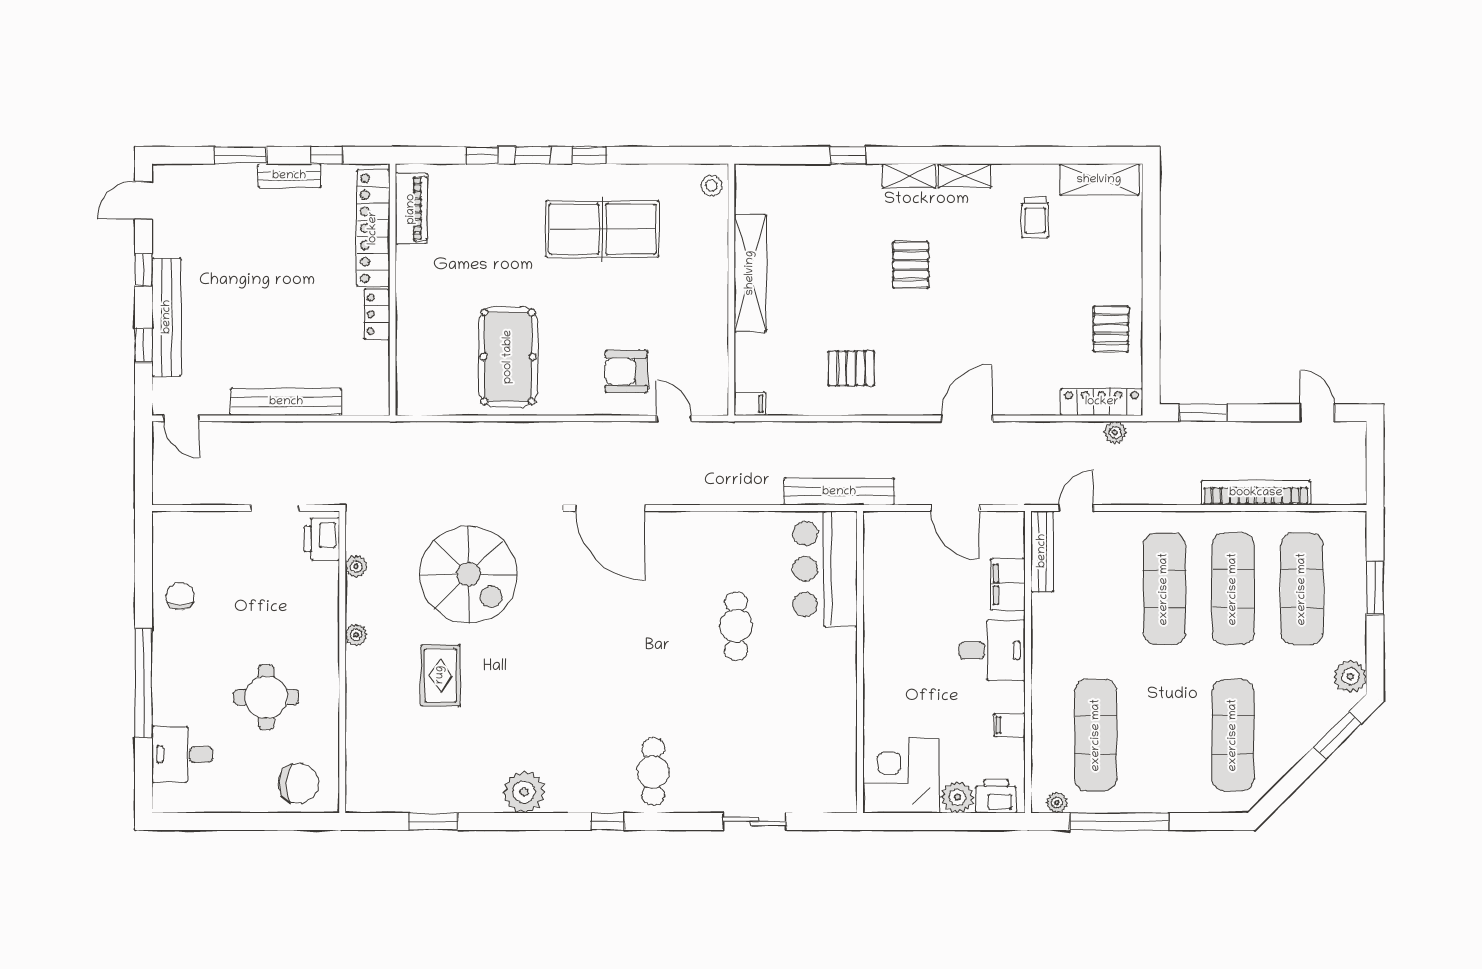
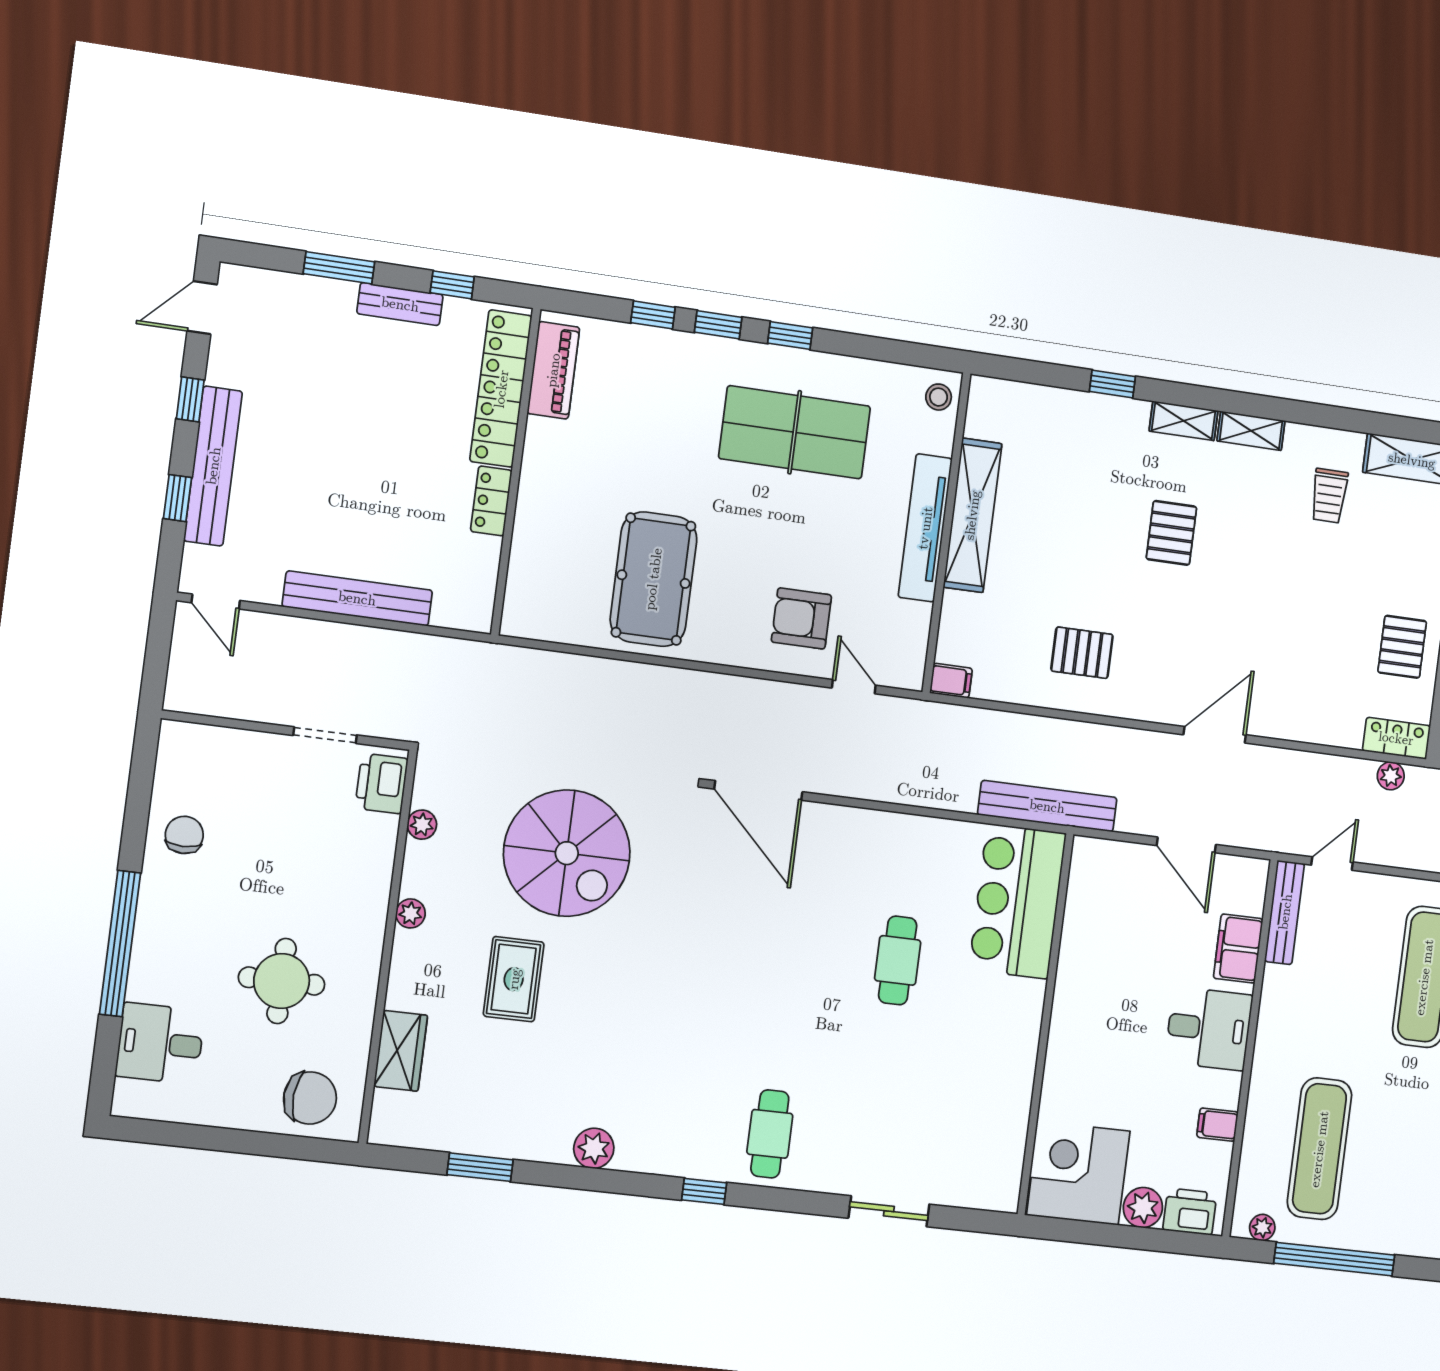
tv unit: (714, 288) -> (925, 528), added
locker: (1102, 402) -> (1396, 738), width x0.66
wardrobe: (362, 740) -> (401, 1051), added
plant: (524, 792) -> (594, 1148), width x0.73, depth x0.73

